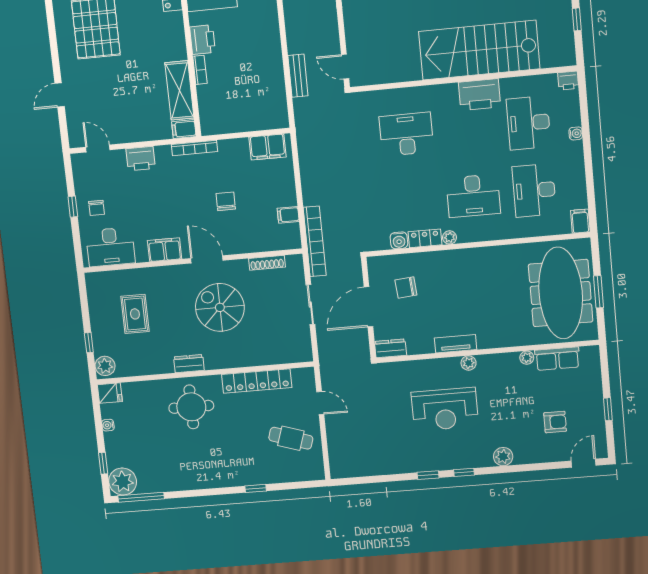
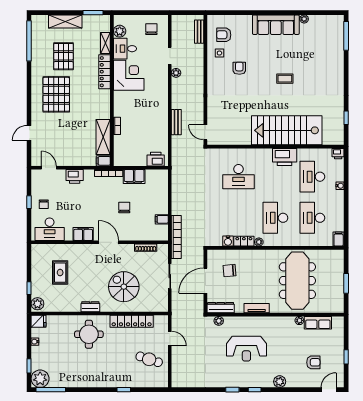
printer: (202, 40) -> (156, 159), moved, turned -90
bench: (298, 76) -> (176, 122), moved
desk: (406, 134) -> (238, 177), turned 180
filing cabinet: (268, 147) -> (134, 177), moved
desk: (473, 196) -> (275, 218), turned 90
meeting table: (561, 293) -> (297, 281), moved
spiral stairs: (220, 307) -> (124, 287), moved
dresser: (390, 348) -> (221, 308), width x1.44
plant: (469, 363) -> (219, 321), moved

